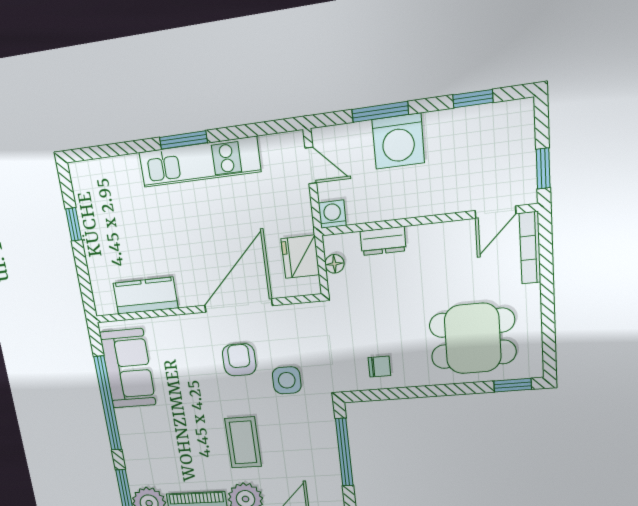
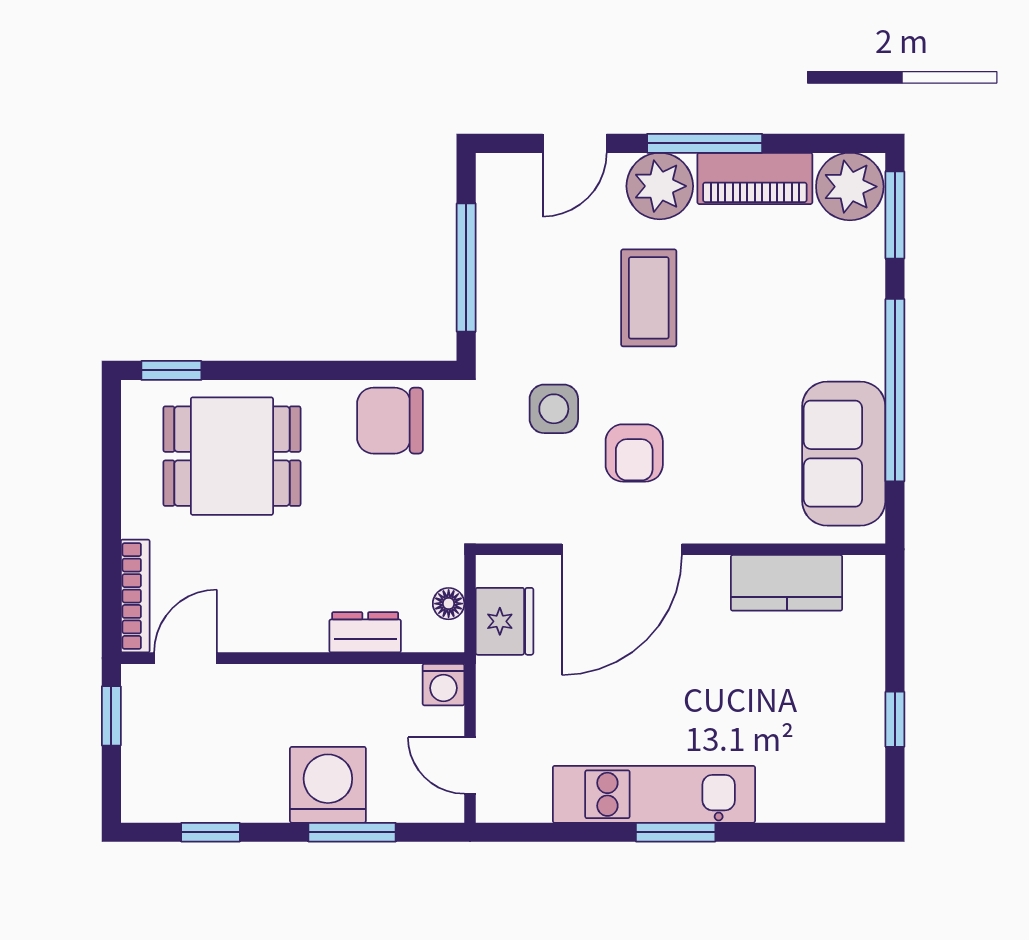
chair: (379, 367) -> (390, 421), width x1.87, depth x1.87

